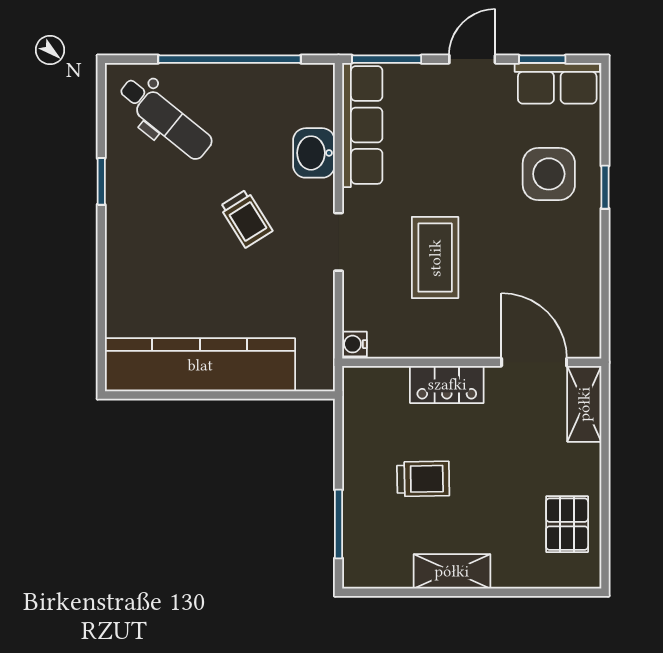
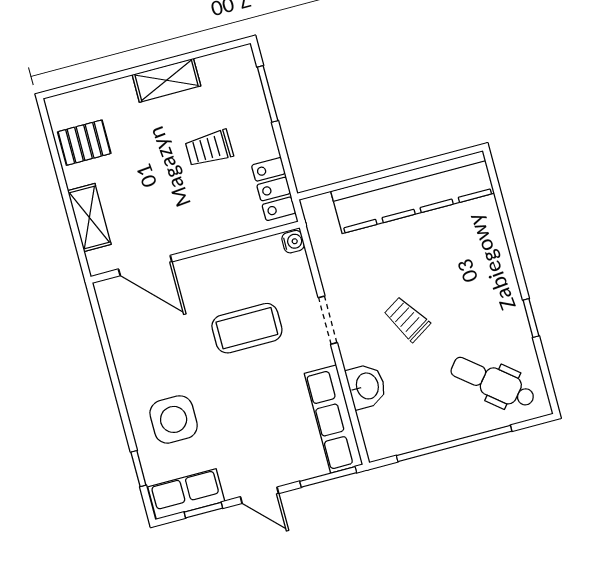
door: (472, 59) -> (260, 495), hinge flipped
window: (605, 187) -> (138, 469), moved
coffee table: (435, 258) -> (247, 328), turned 90
locker: (447, 384) -> (274, 189), moved, turned -90
shelving: (584, 404) -> (89, 217), moved
pallet: (567, 524) -> (84, 143), turned 90

